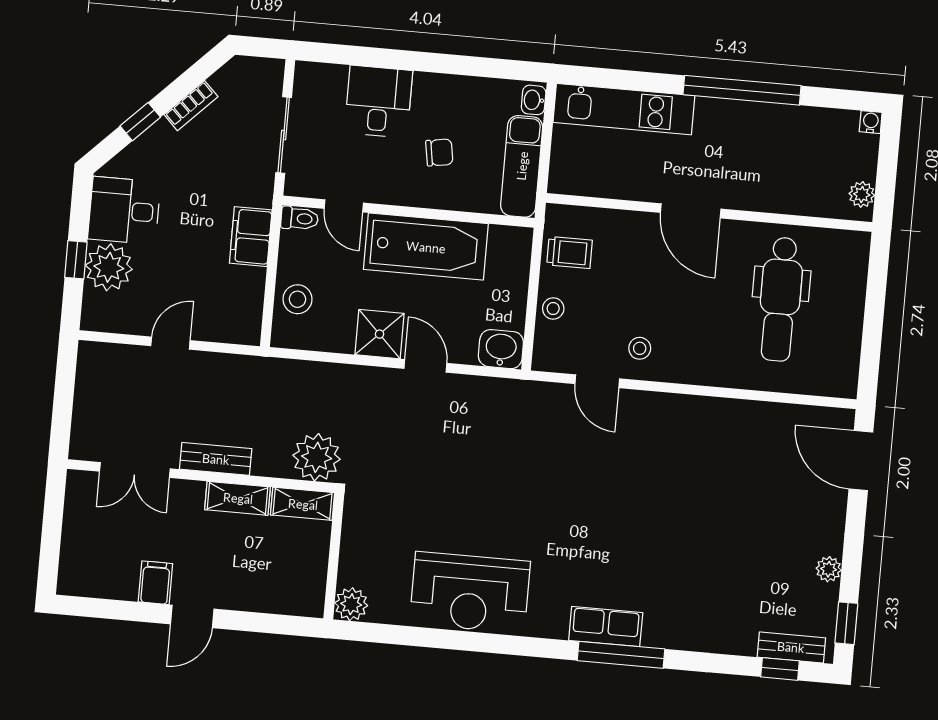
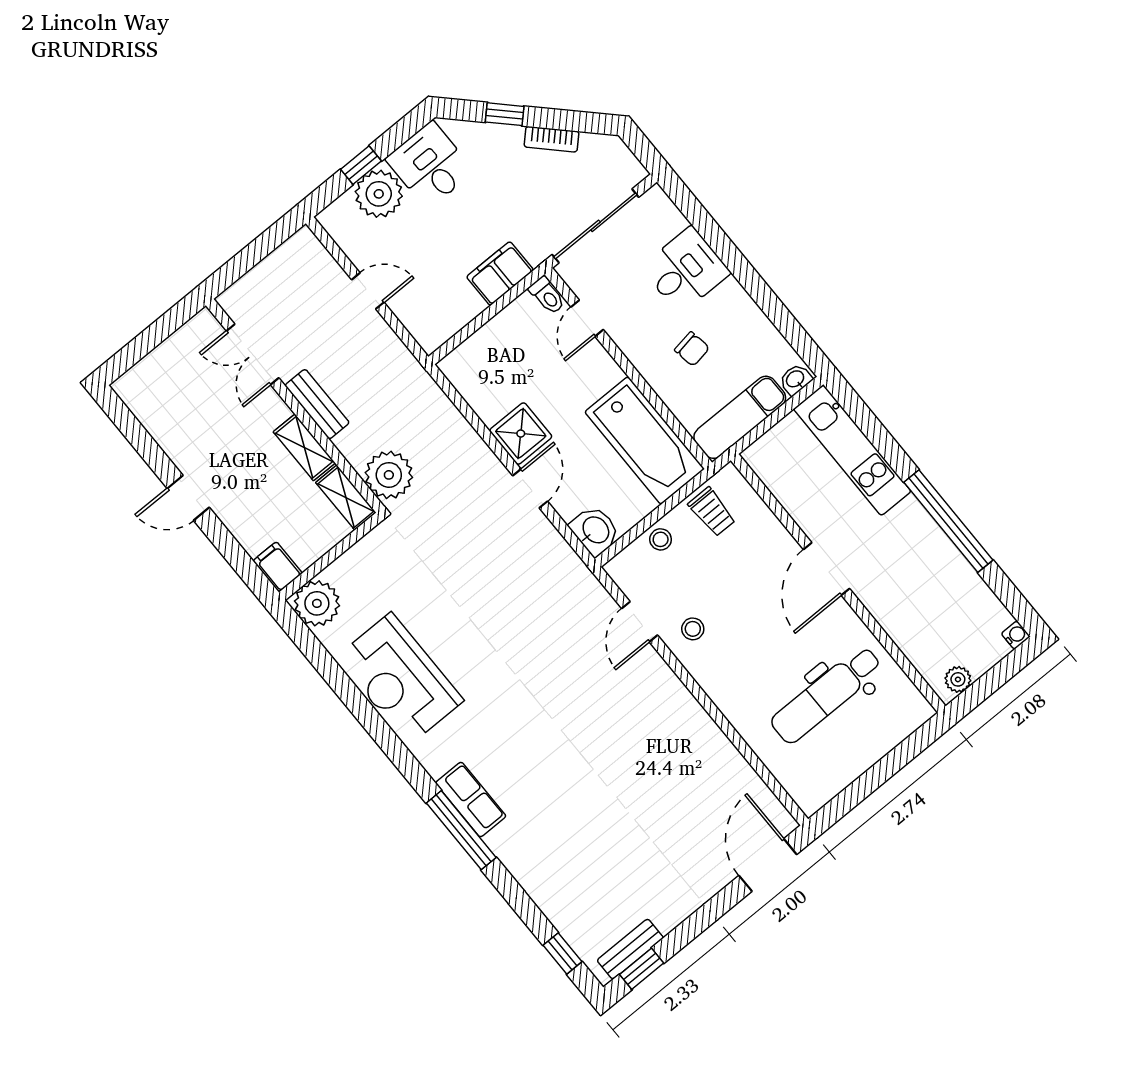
sliding door: (284, 135) -> (595, 226), width x1.37
bathtub: (426, 247) -> (645, 440), moved
stool: (297, 299) -> (488, 351), removed
plant: (829, 569) -> (668, 918), removed
filing cabinet: (155, 583) -> (278, 567), moved, turned -90
plant: (351, 604) -> (317, 603), width x1.36, depth x1.36
bench: (791, 647) -> (630, 949), moved, turned 90

